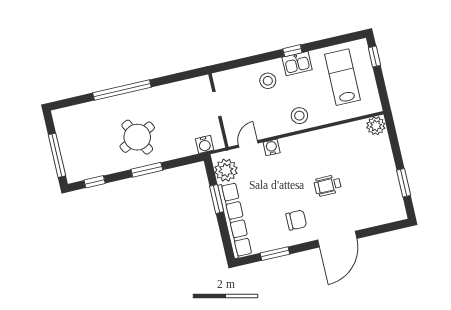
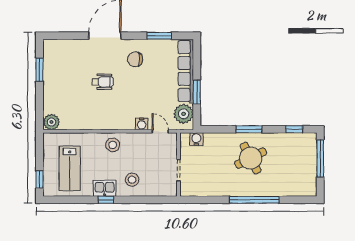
door: (248, 144) -> (160, 131), swing flipped

